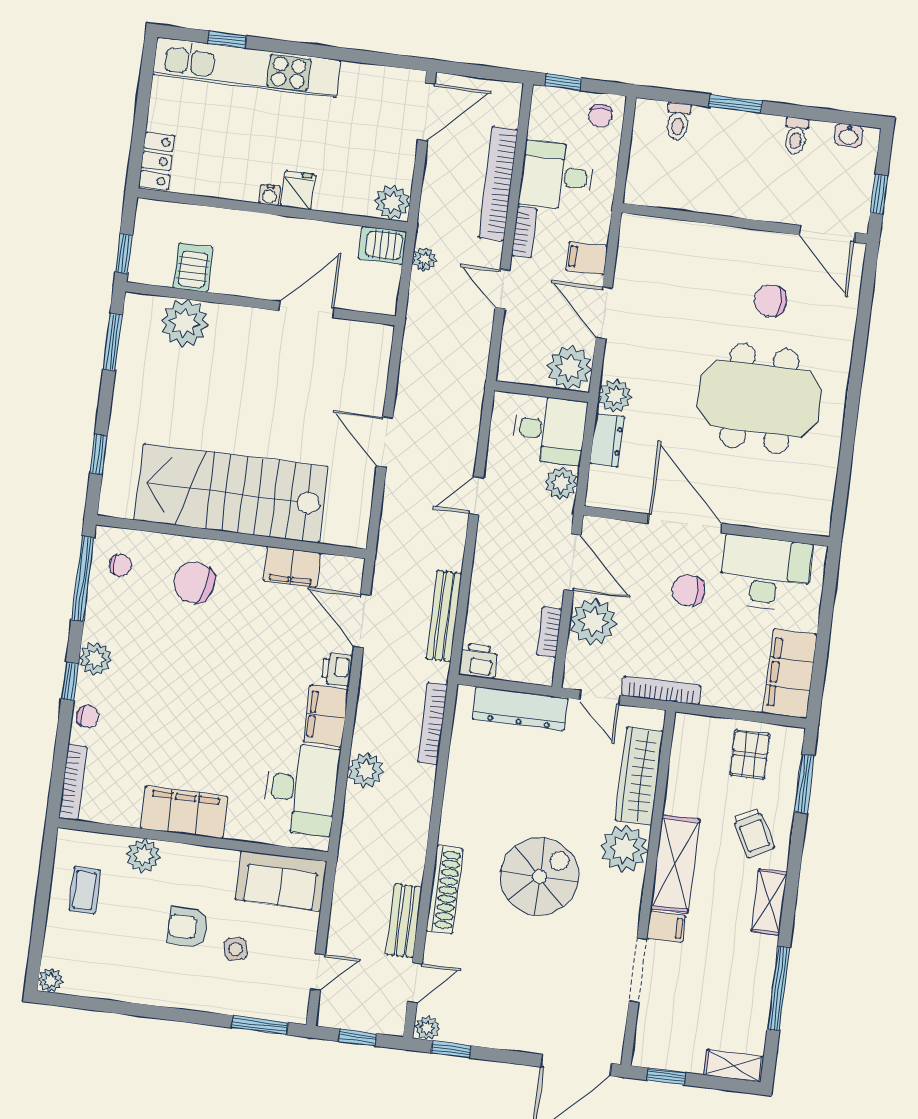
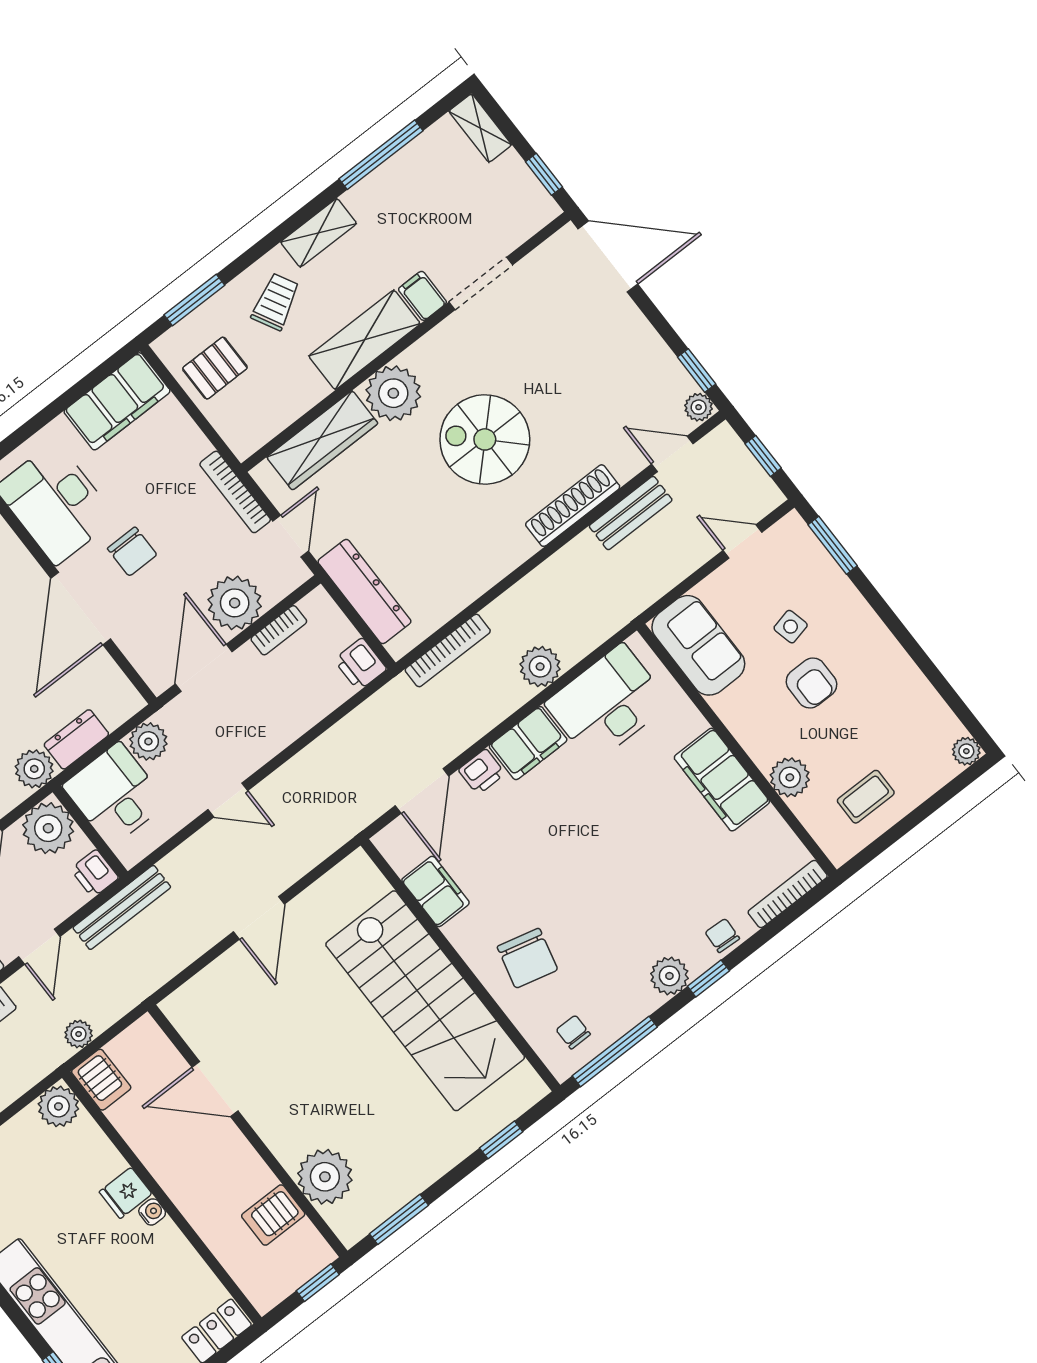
printer: (513, 368) -> (95, 873), added
bench: (444, 616) -> (122, 907), moved

